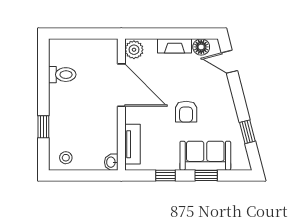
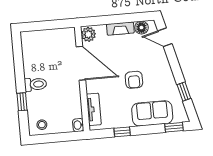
toilet: (62, 75) -> (35, 84), moved
window: (206, 175) -> (174, 127), moved

